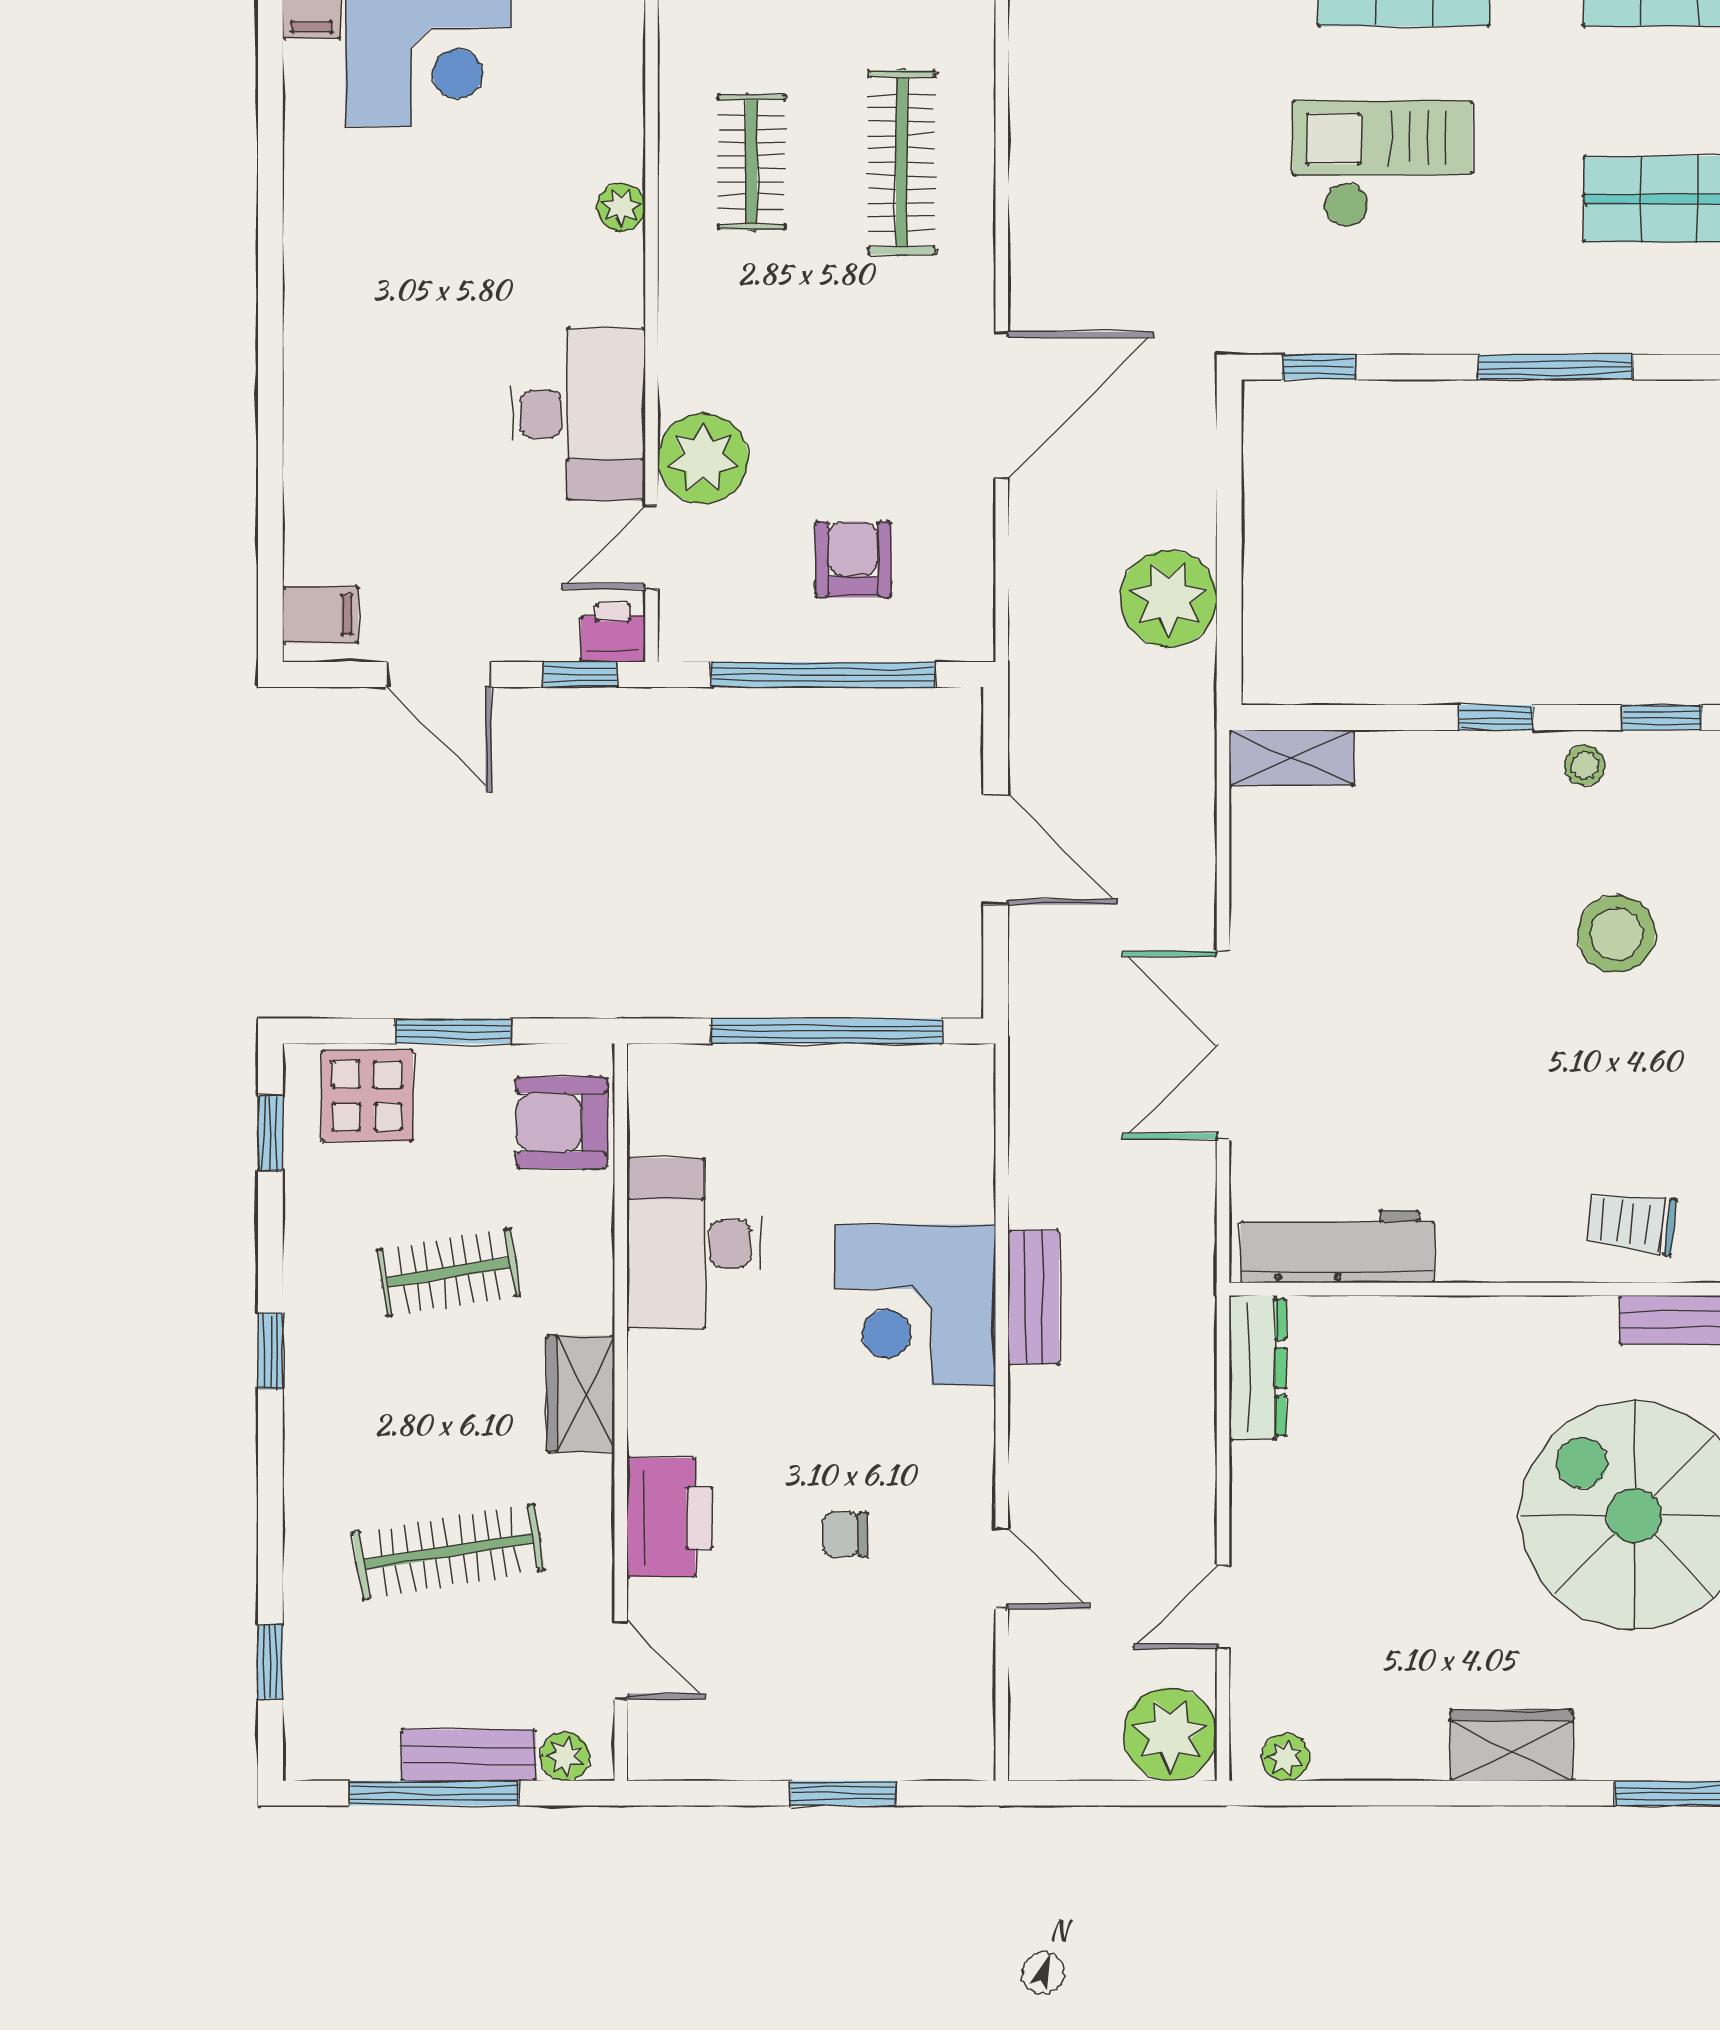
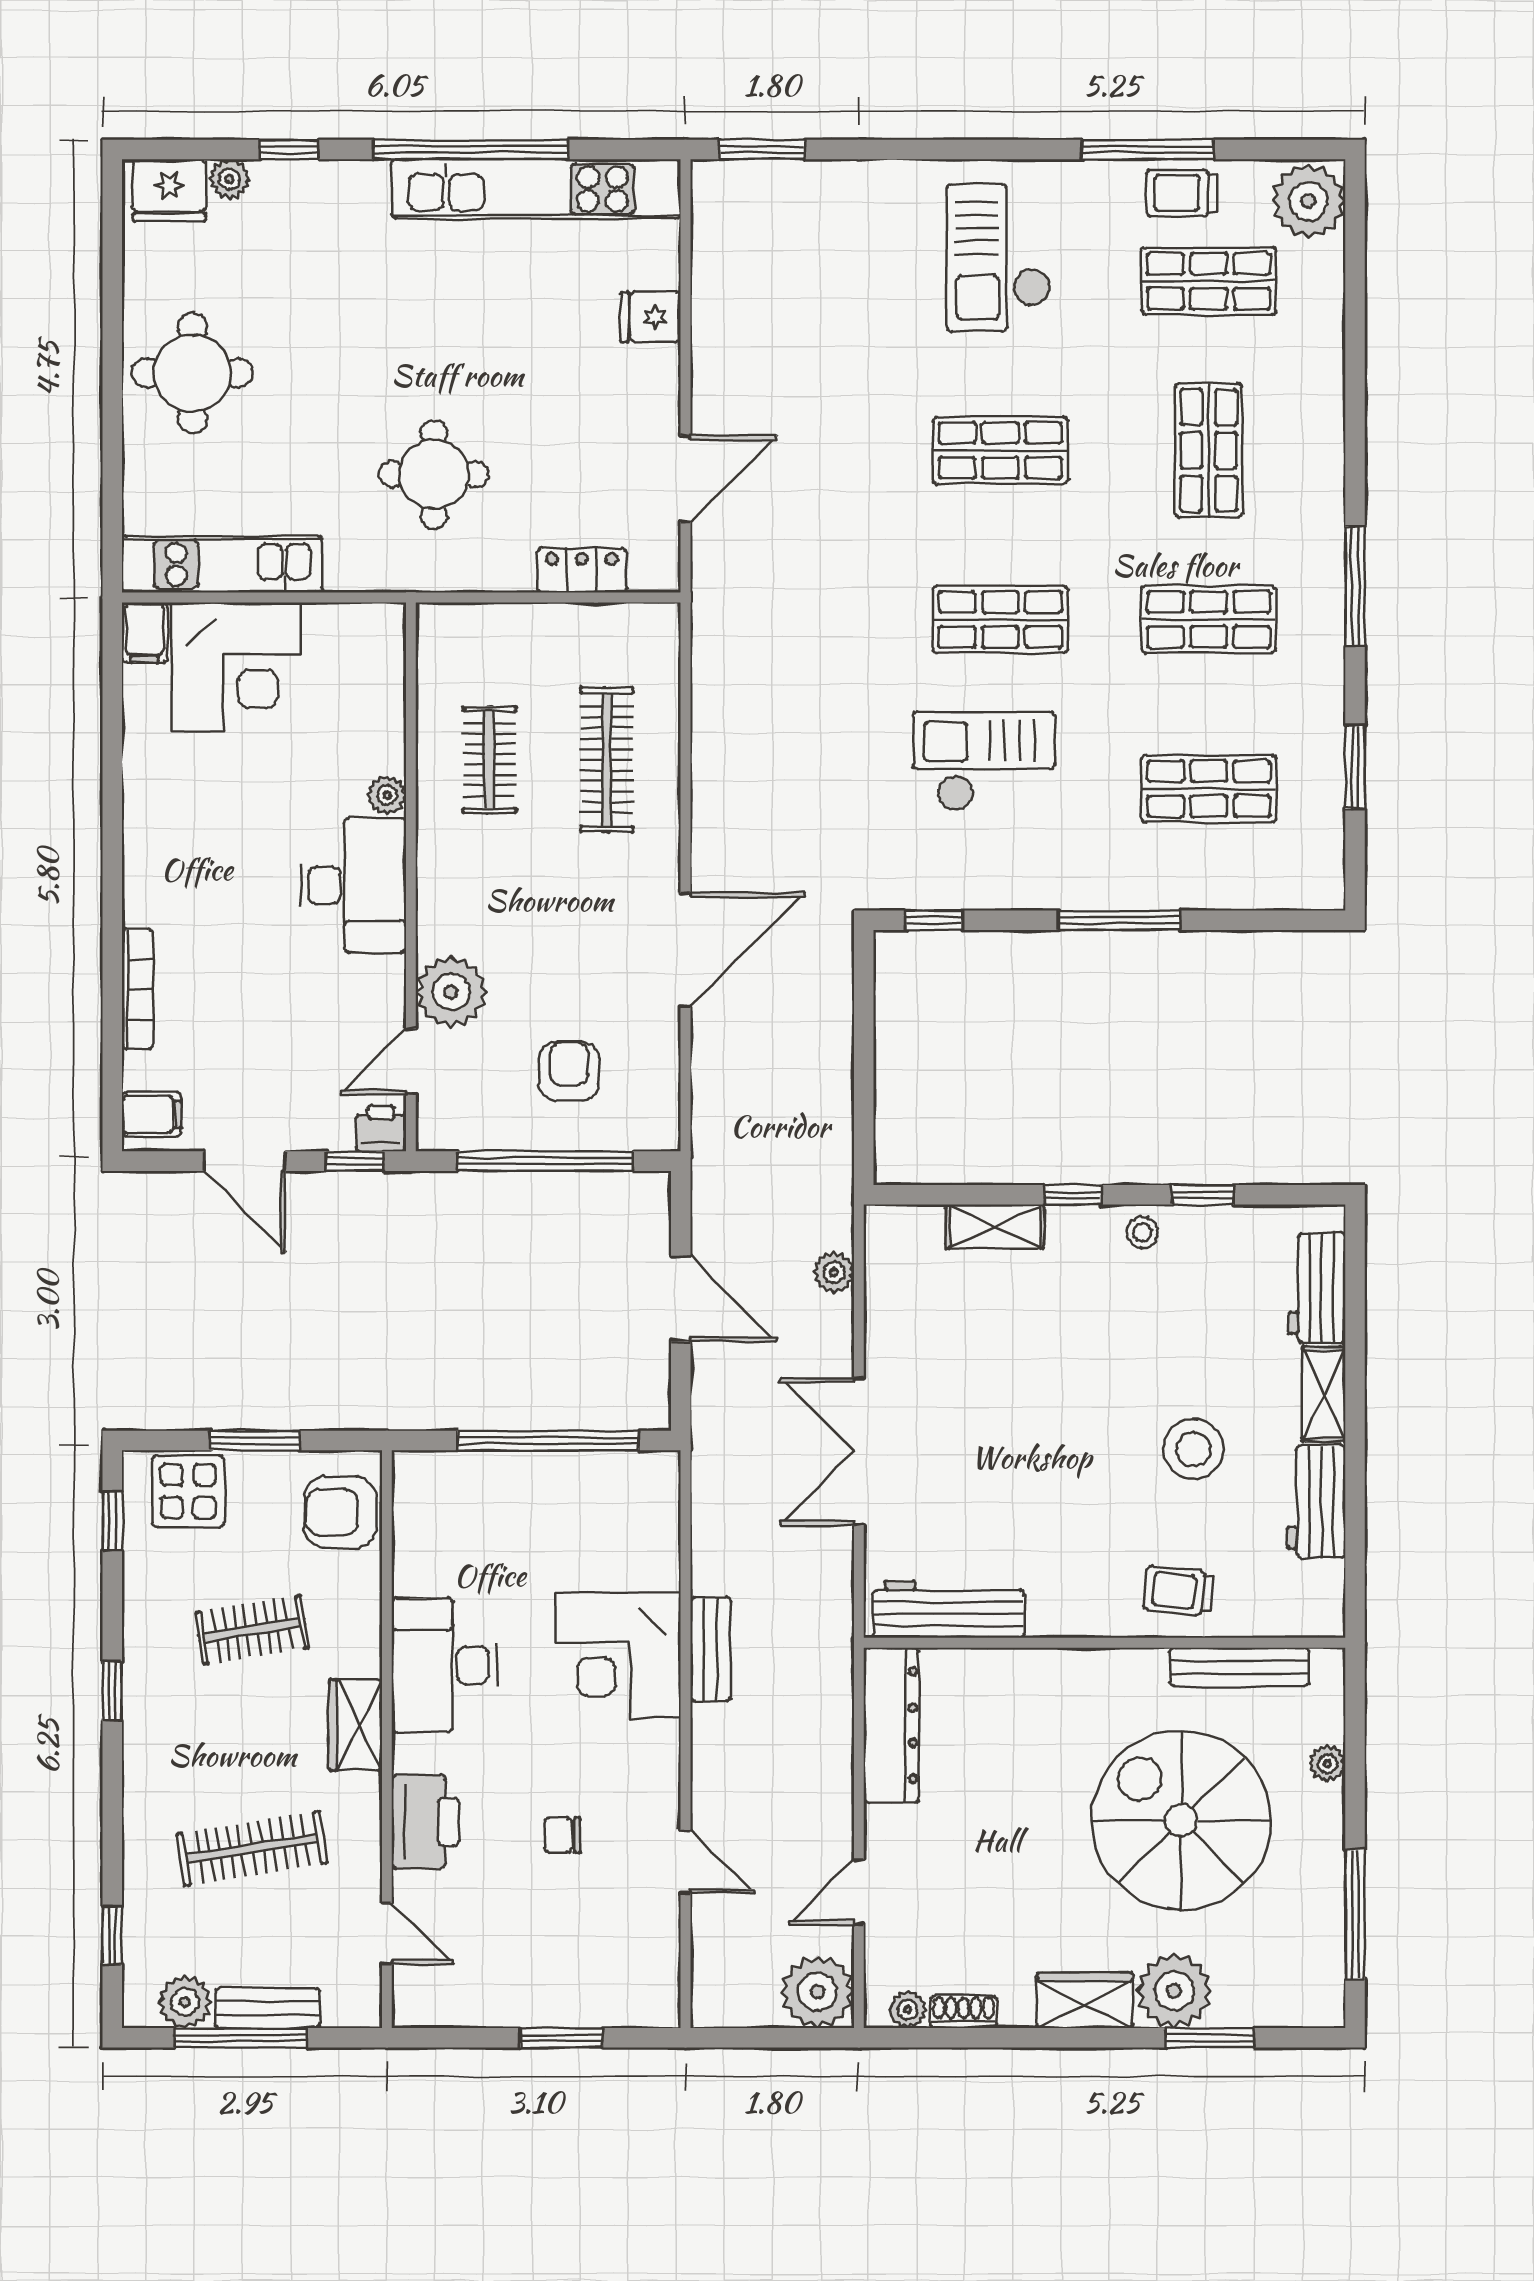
desk: (578, 414) -> (353, 885), moved
bookcase: (302, 455) -> (137, 989), added
plant: (1168, 599) -> (834, 1272), moved, width x0.53, depth x0.53
shelving: (1291, 758) -> (995, 1226), moved
stool: (1616, 934) -> (1193, 1449), moved
desk: (694, 1244) -> (444, 1665), moved
dresser: (1258, 1368) -> (891, 1725), width x1.37, depth x1.24
plant: (1625, 1733) -> (1174, 1991), added
plant: (565, 1756) -> (185, 2002), moved, width x1.38, depth x1.38
shoe rack: (1357, 1760) -> (964, 2012), added

